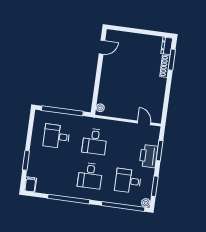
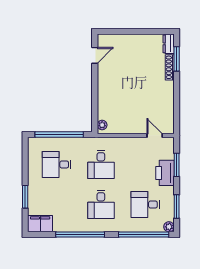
filing cabinet: (30, 184) -> (40, 224), width x2.00

